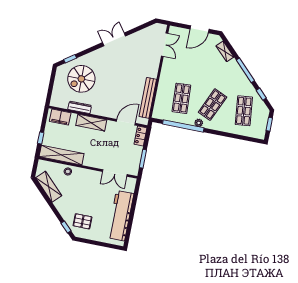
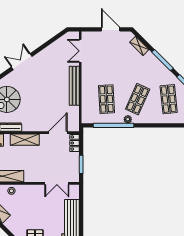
door: (199, 29) -> (111, 29), swing flipped
double door: (114, 39) -> (22, 62), moved
double door: (165, 45) -> (80, 51), swing flipped
bench: (148, 98) -> (74, 86), moved

